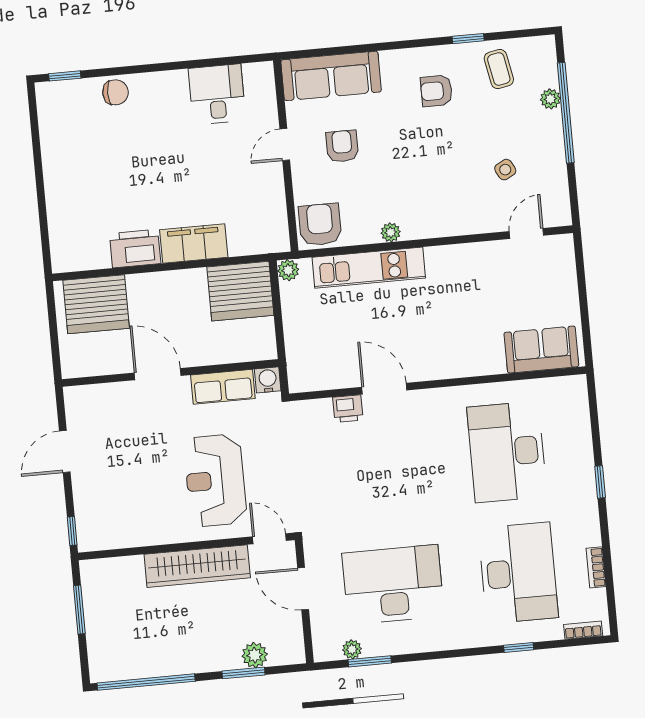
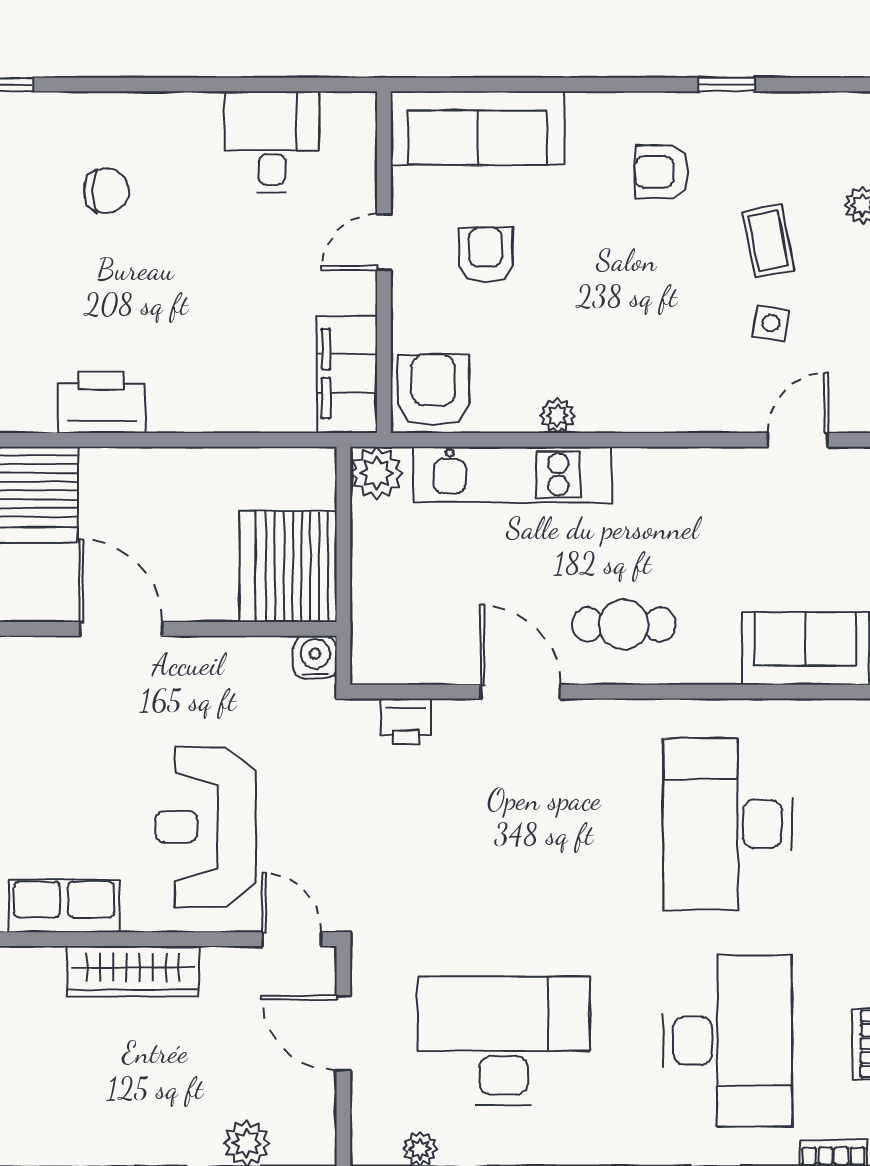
coffee table: (499, 69) -> (768, 241), moved
chair: (115, 92) -> (106, 191), moved
side table: (505, 170) -> (771, 323), turned 37
filing cabinet: (194, 244) -> (347, 374), moved, turned -90
plant: (288, 270) -> (377, 473), width x1.38, depth x1.38
server rack: (240, 291) -> (288, 567), moved, turned 90
cafe table: (439, 346) -> (624, 624), added
row of seats: (223, 387) -> (64, 906), moved, turned 180
printer: (348, 409) -> (406, 721), moved
wardrobe: (197, 566) -> (133, 971), width x0.71, depth x0.85

